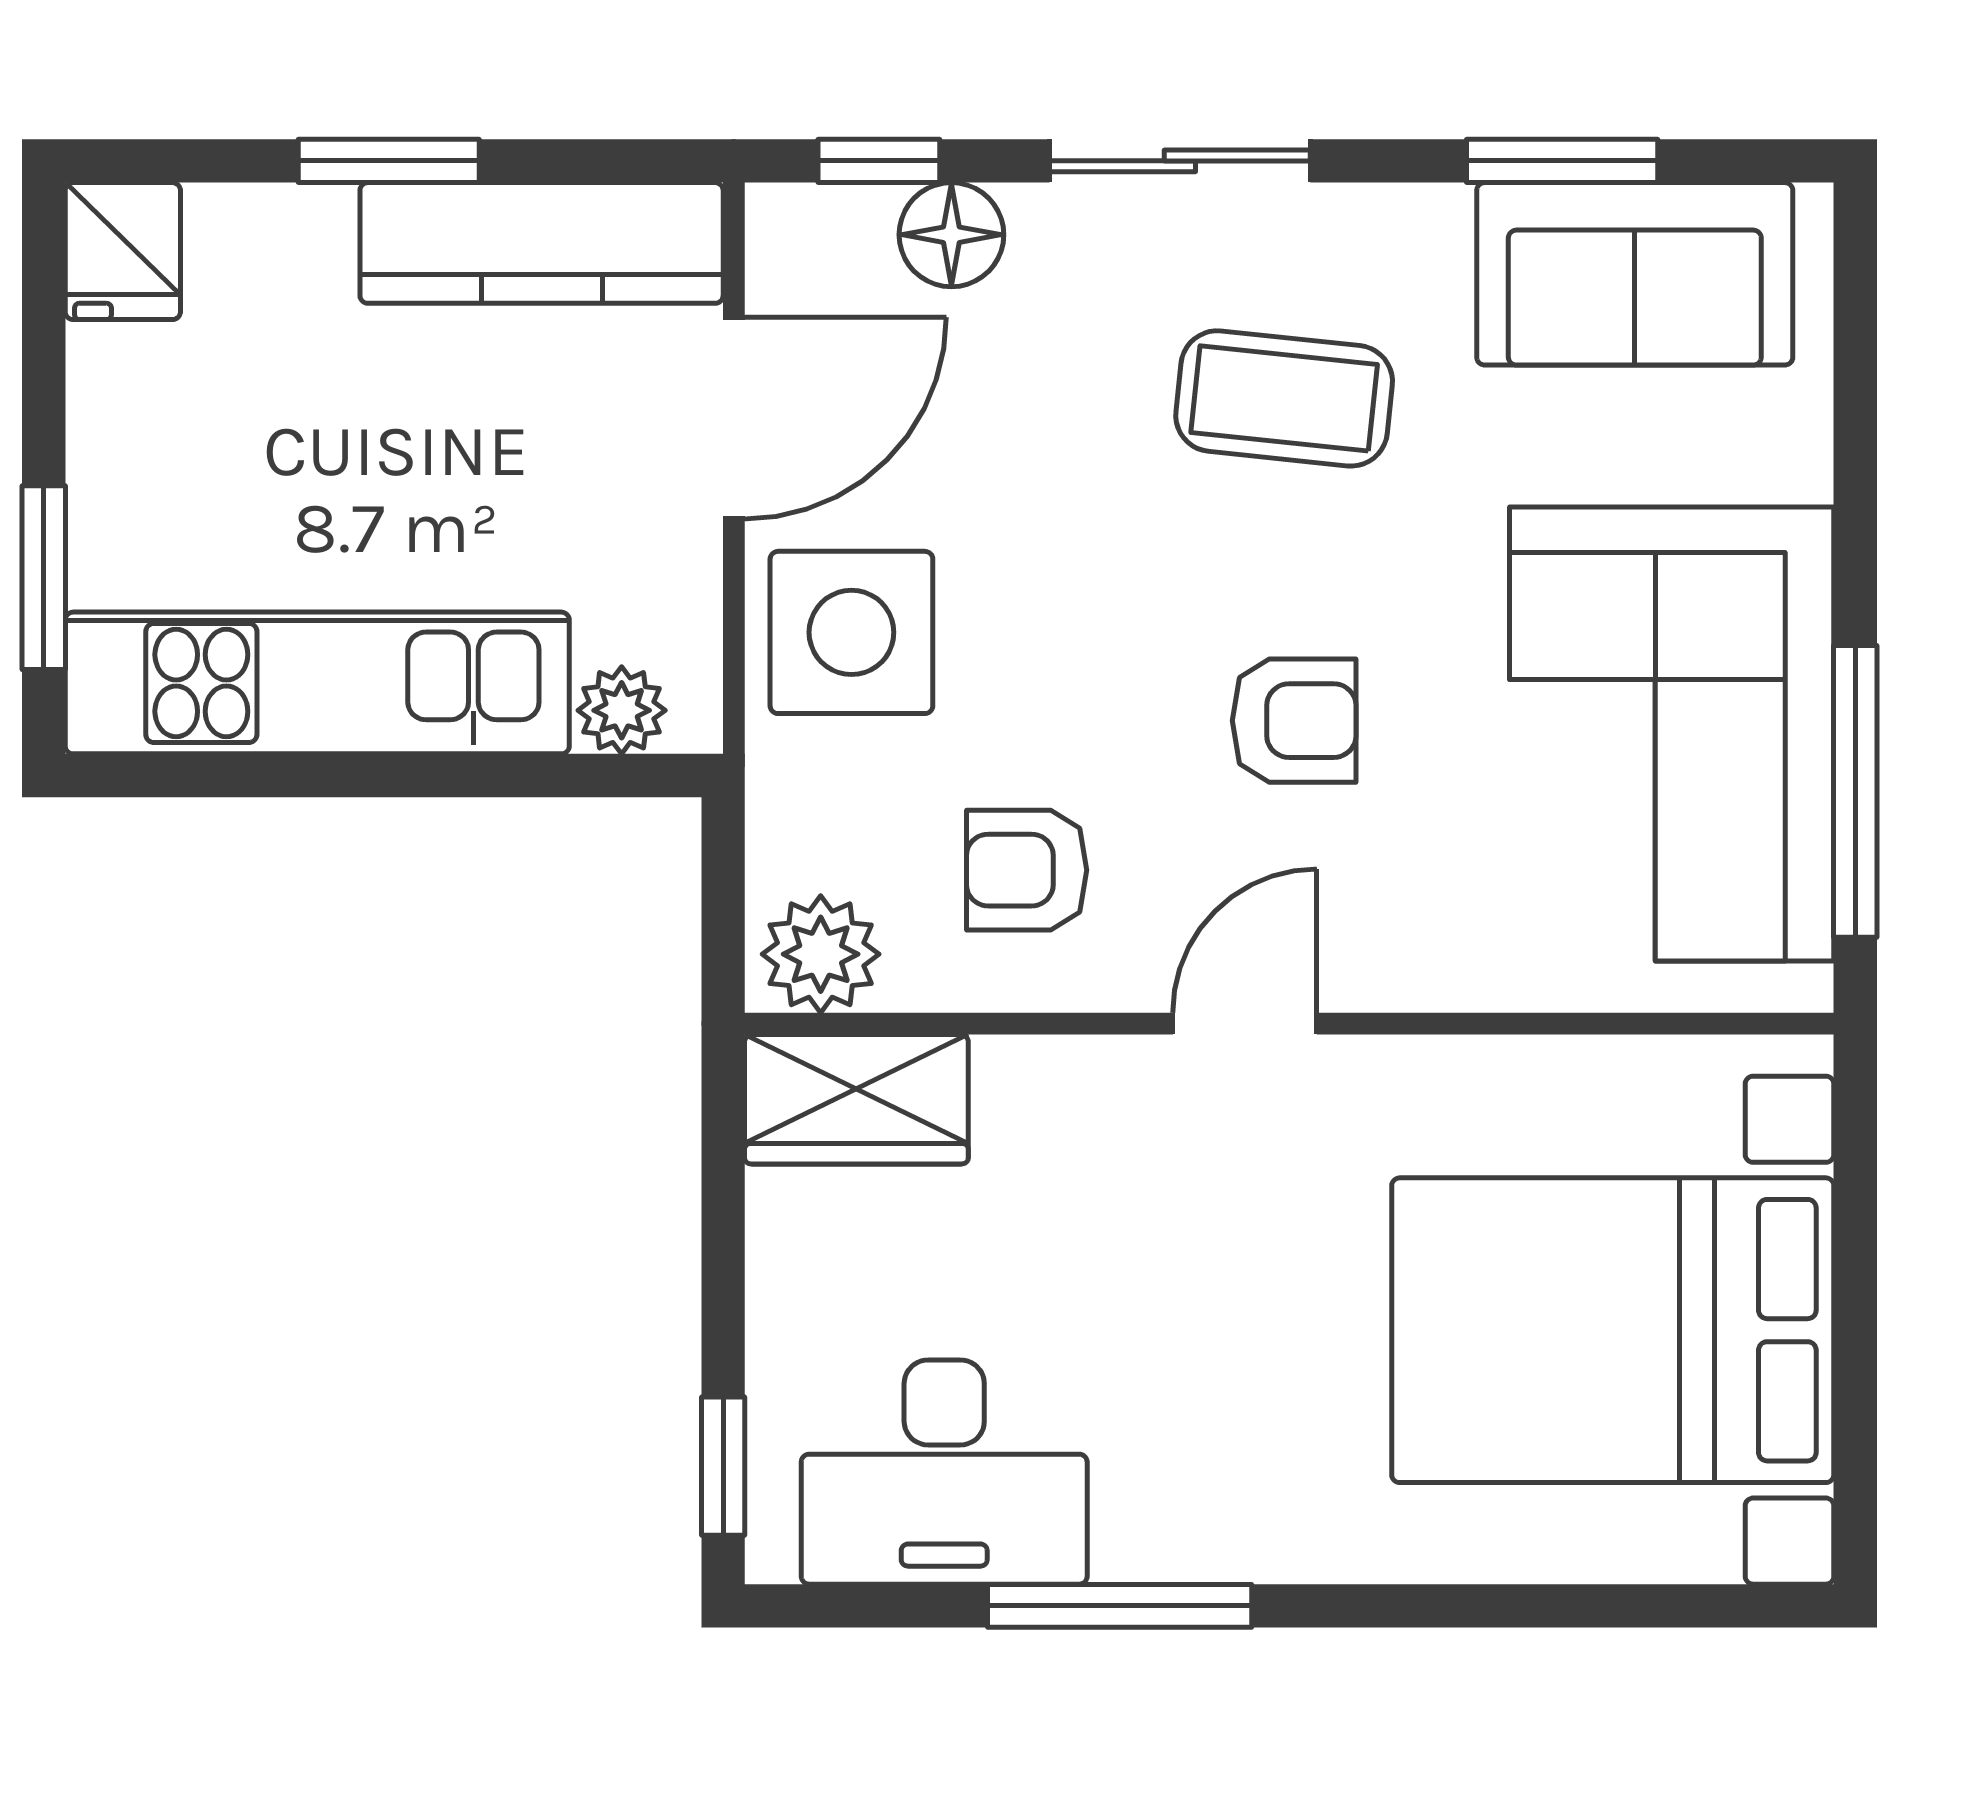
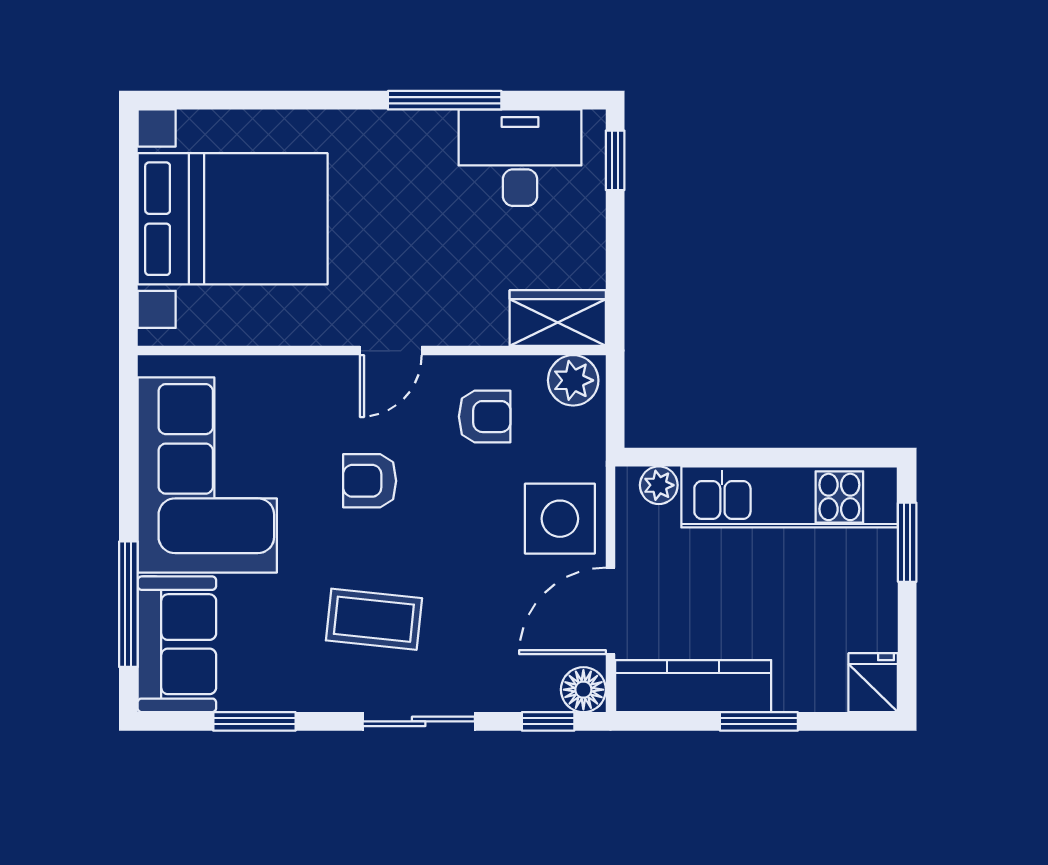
floor lamp: (951, 235) -> (583, 690), moved
sofa: (1635, 274) -> (177, 644), moved, turned 90
window: (1855, 791) -> (128, 604), moved

